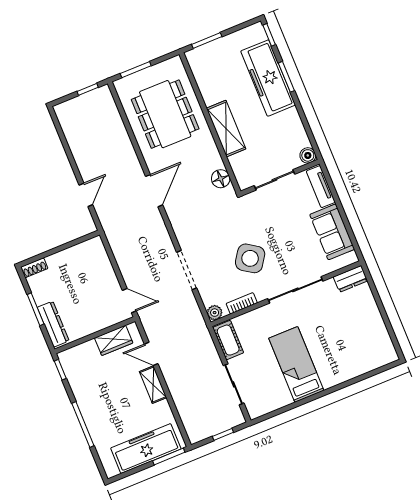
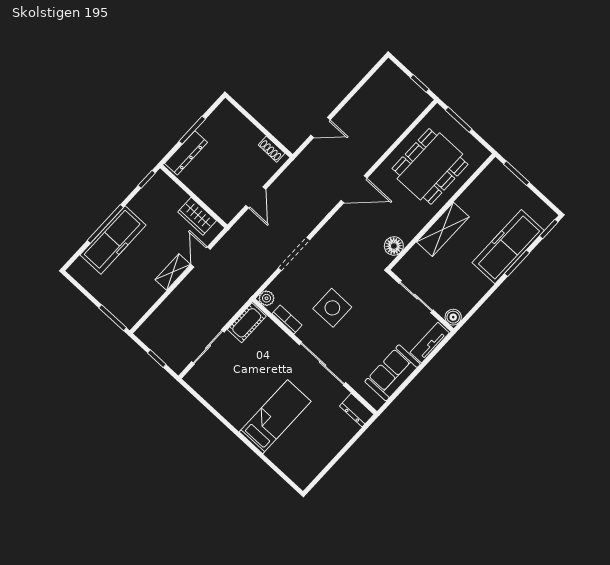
side table: (250, 258) -> (332, 308), turned -34
shoe rack: (34, 268) -> (272, 149), moved
door: (129, 301) -> (256, 197), moved
bed: (296, 364) -> (275, 417), moved
freezer: (146, 448) -> (113, 240), moved, turned 90

